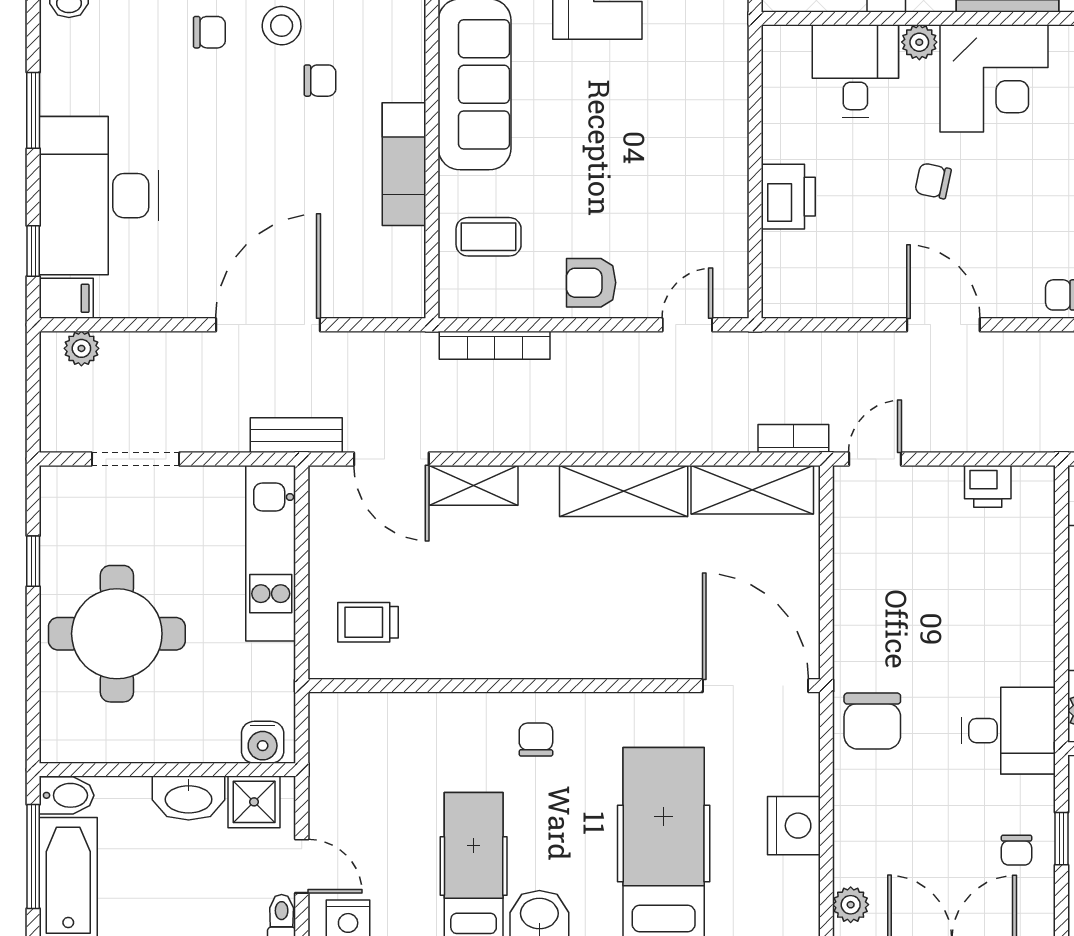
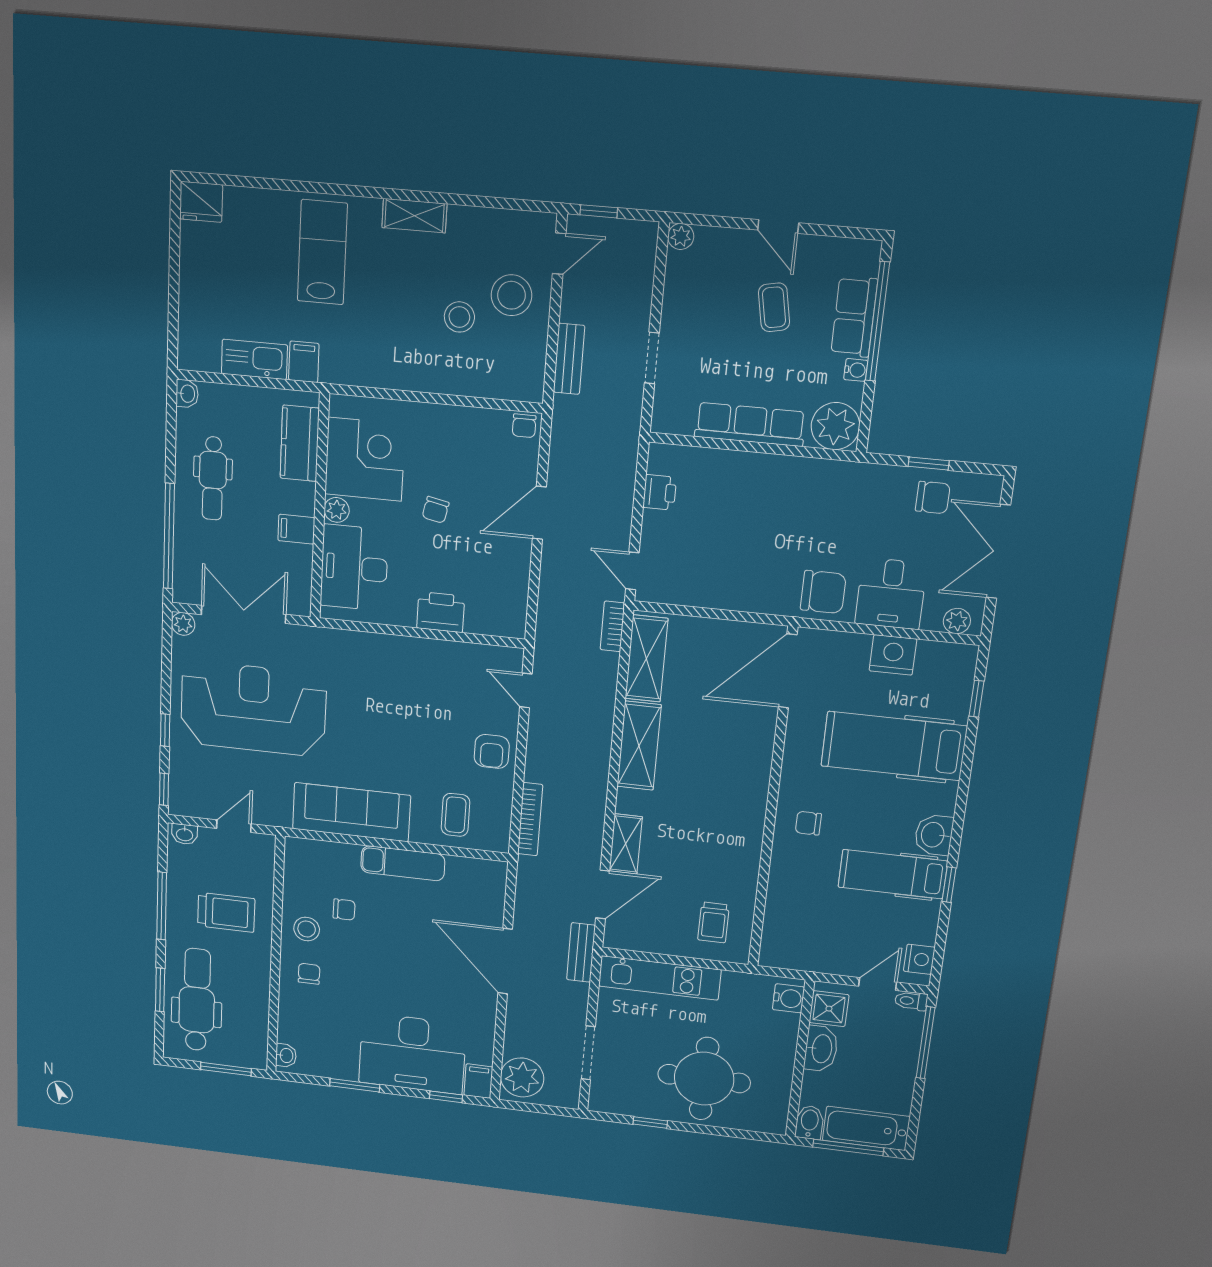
desk: (855, 71) -> (354, 568), width x1.37
chair: (320, 81) -> (344, 910), turned 90
plant: (81, 348) -> (522, 1077), width x1.87, depth x1.87
desk: (1008, 731) -> (891, 594), moved, turned 180
chair: (1017, 850) -> (933, 497), width x1.37, depth x1.37

